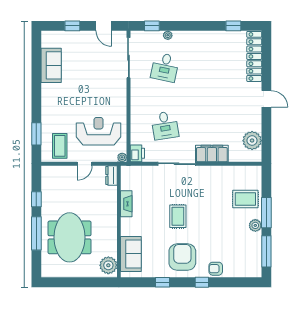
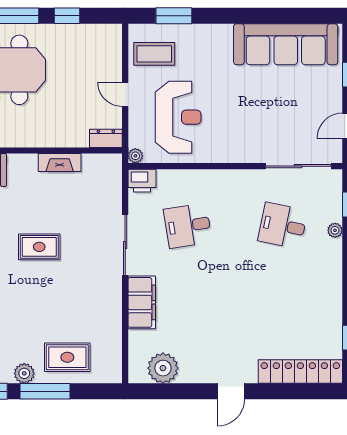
sofa: (51, 65) -> (286, 44), width x1.85, depth x1.27
rug: (245, 199) -> (67, 357), turned 90

